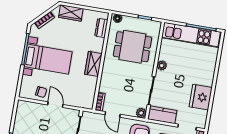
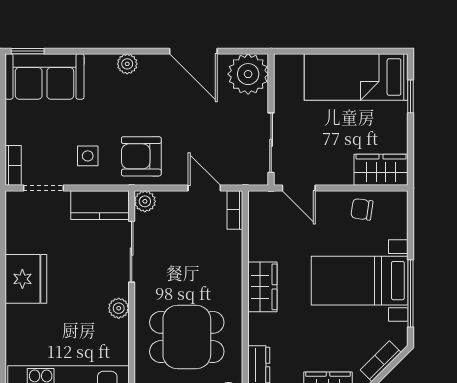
fridge: (201, 97) -> (26, 279), moved
door: (55, 105) -> (299, 188), moved
wardrobe: (29, 109) -> (381, 170), added

